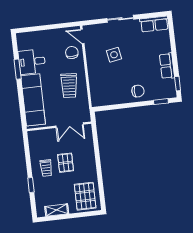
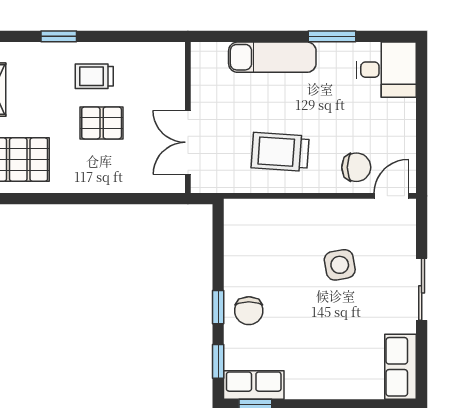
desk: (32, 62) -> (386, 70), moved, turned 90
row of seats: (167, 66) -> (254, 385), moved
exam couch: (33, 100) -> (272, 57), width x0.73, depth x0.69
window: (138, 104) -> (218, 307), added

